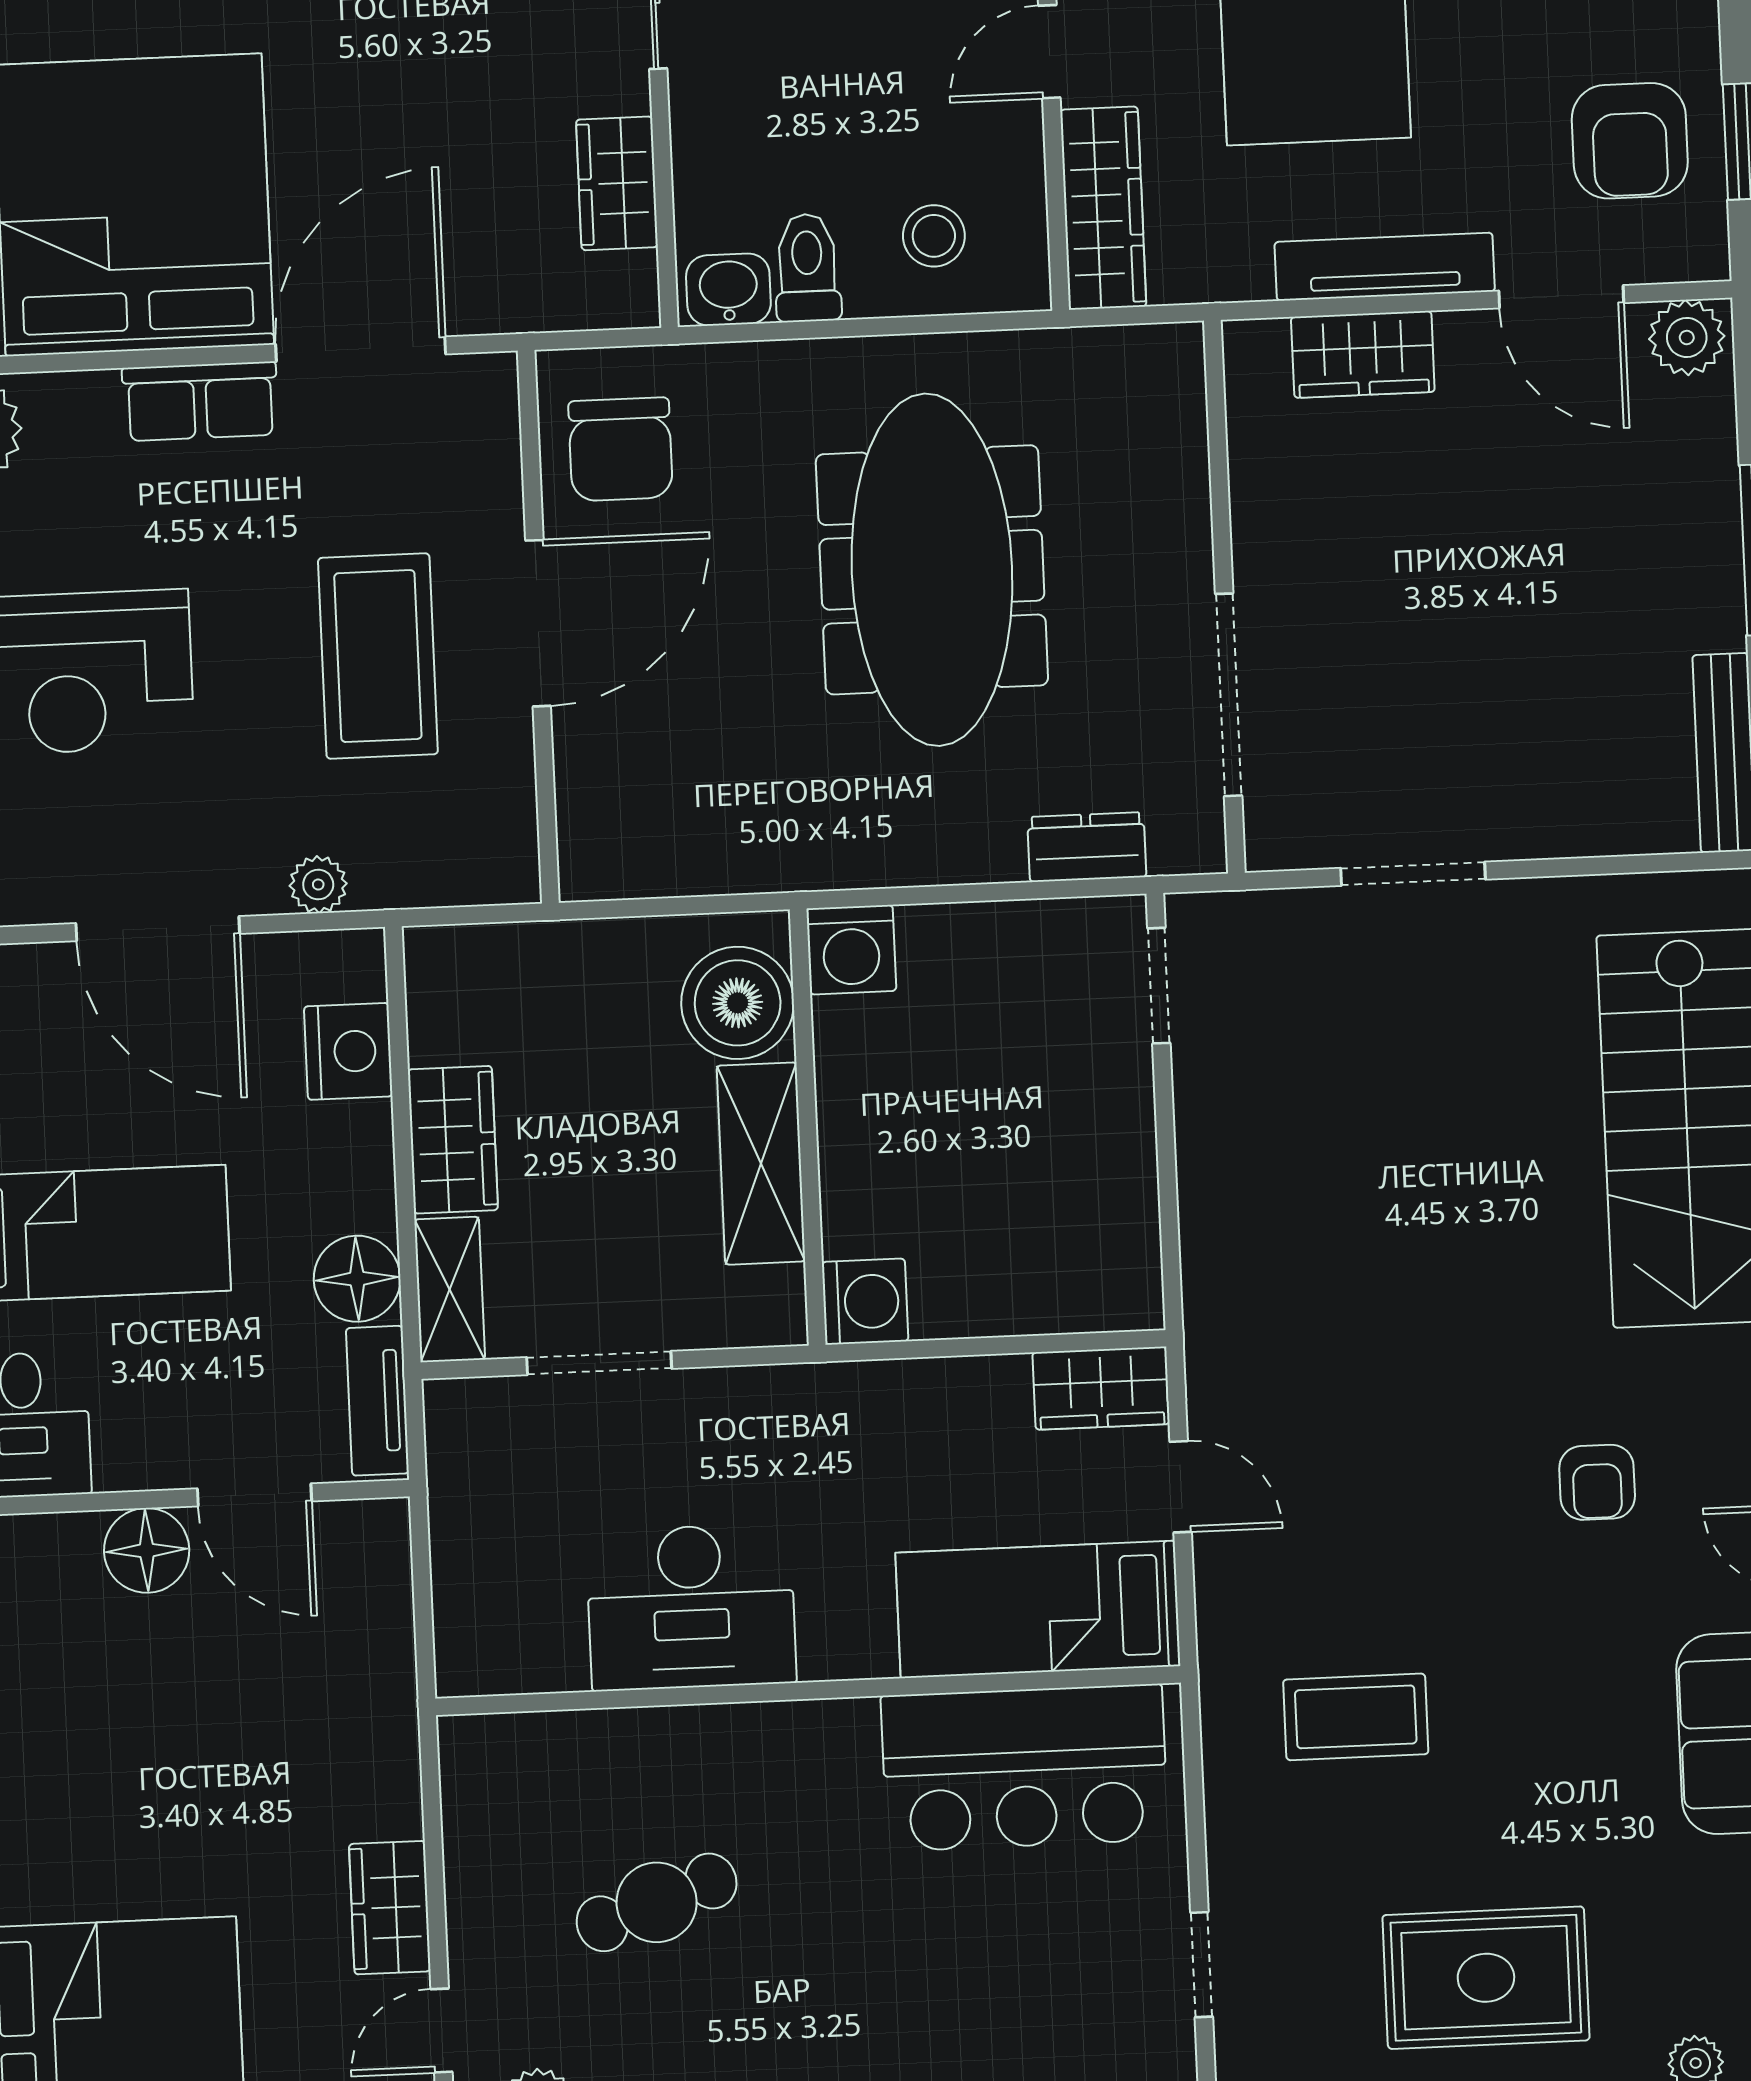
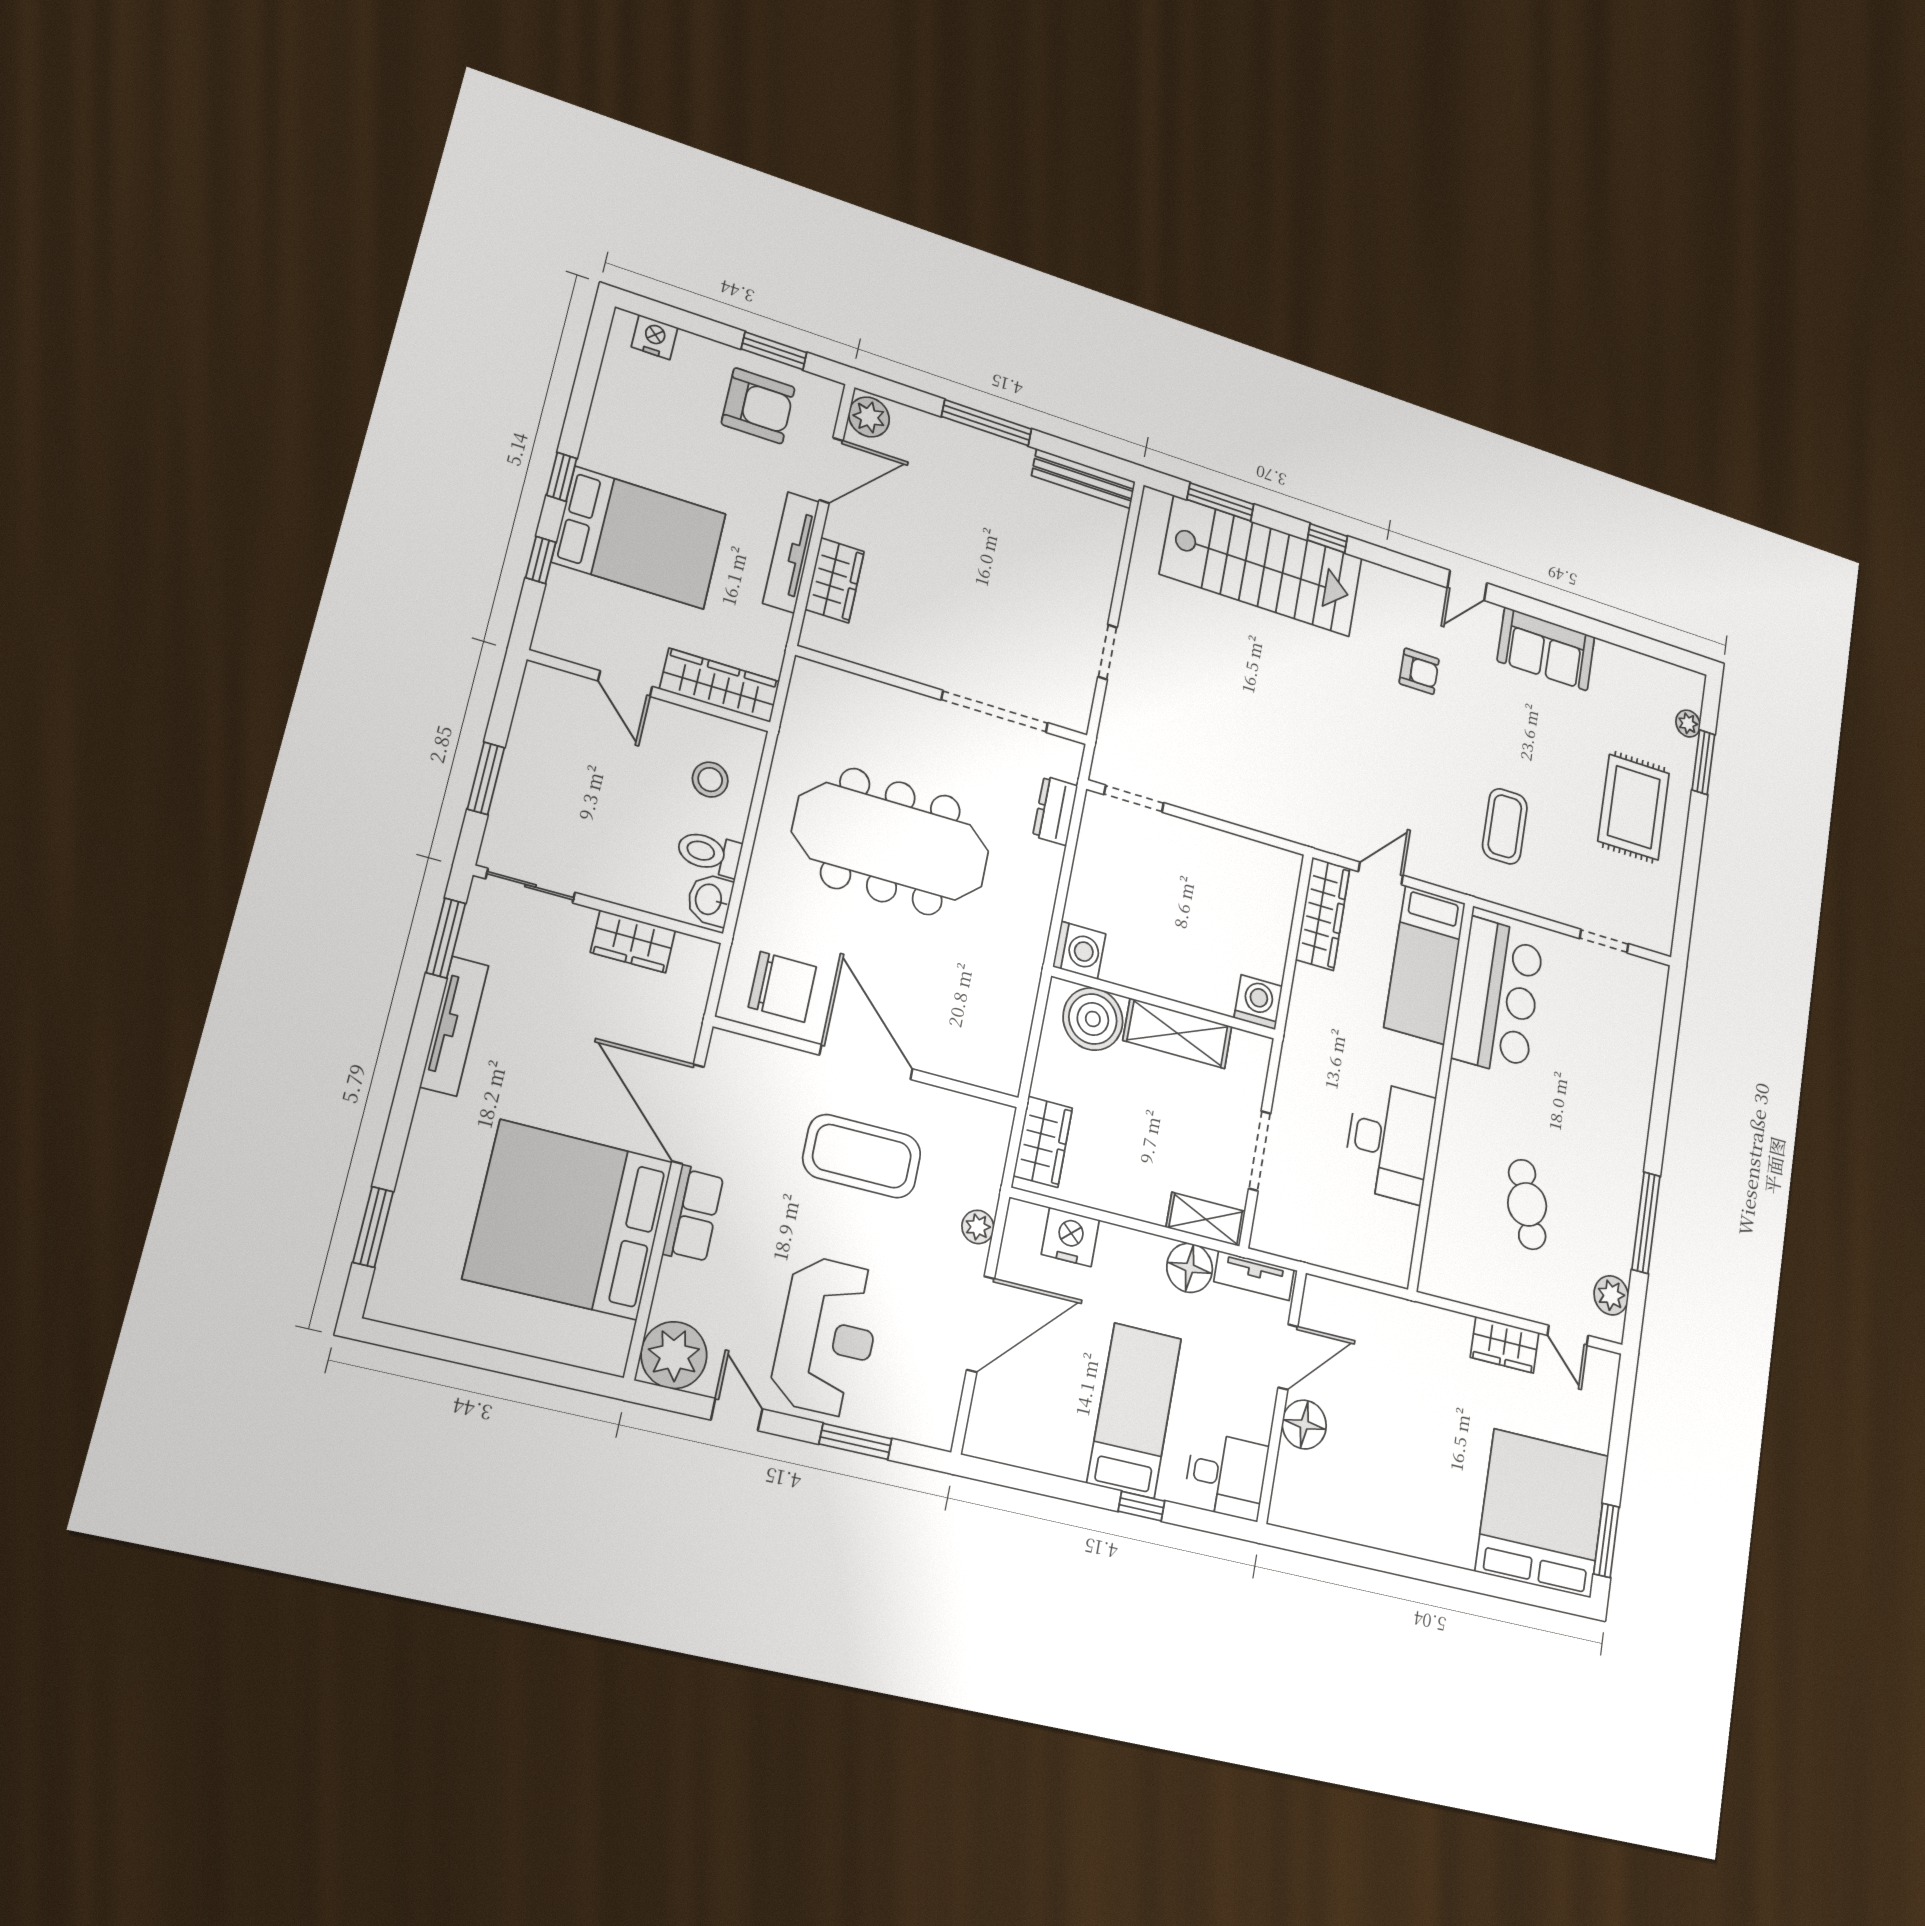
doorway: (1413, 874) -> (1108, 652), width x0.73
wardrobe: (453, 1140) -> (1043, 1142), moved, turned 90
wardrobe: (1101, 1388) -> (1323, 914), width x1.50

